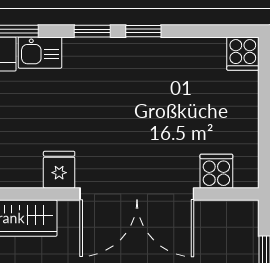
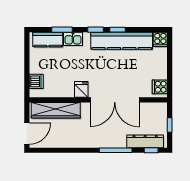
kitchen counter: (153, 57) -> (122, 41), added
cooker: (216, 171) -> (160, 87), moved, turned -90

